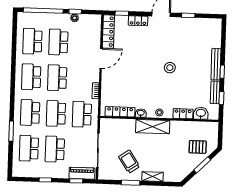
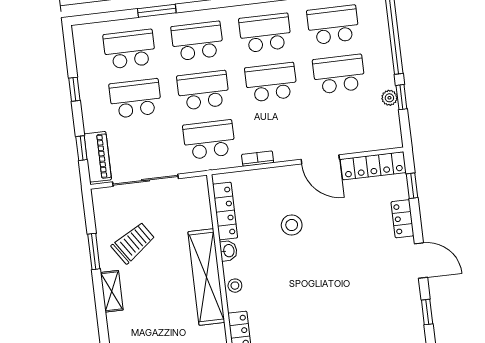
stool: (170, 68) -> (292, 225), moved
shelving: (153, 127) -> (206, 277), width x1.47

